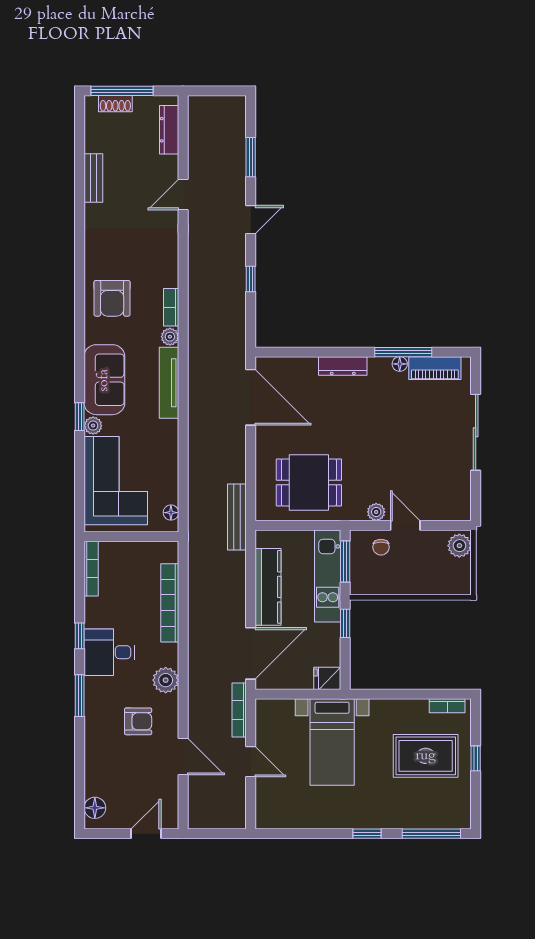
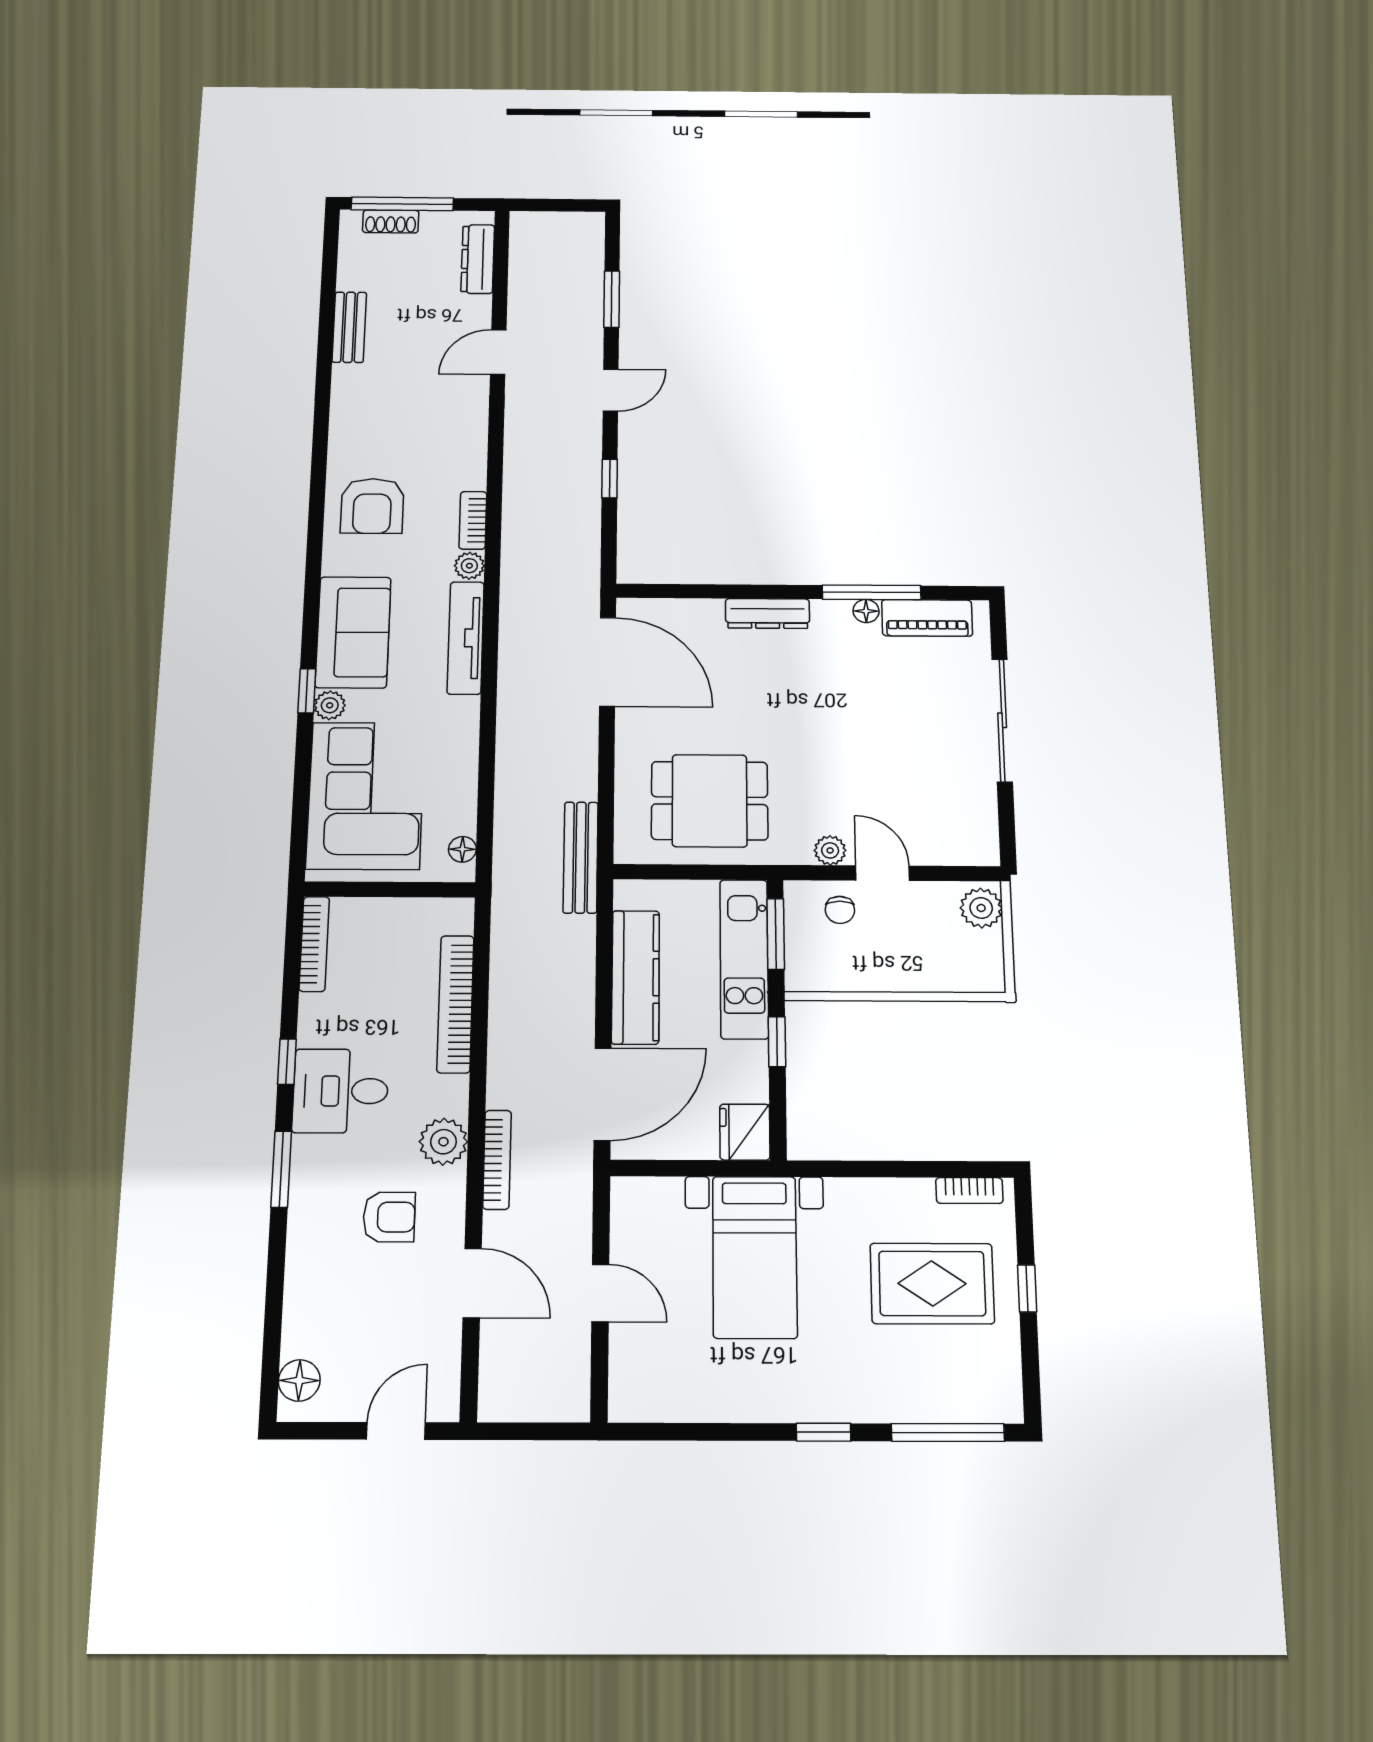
fridge: (327, 678) -> (745, 1132), width x1.38
bookcase: (239, 710) -> (497, 1160), moved, turned 180

